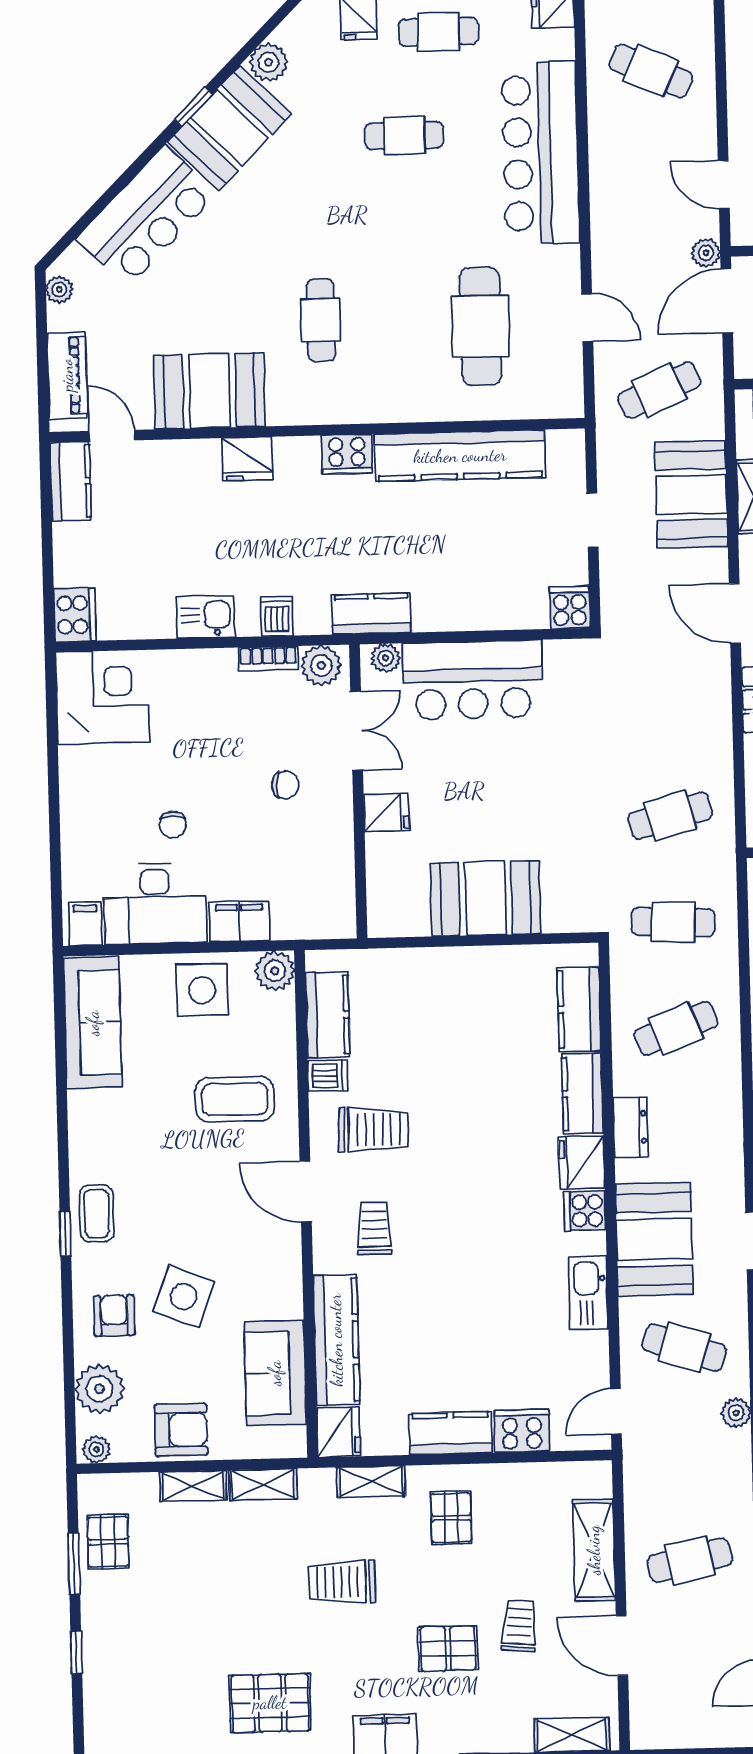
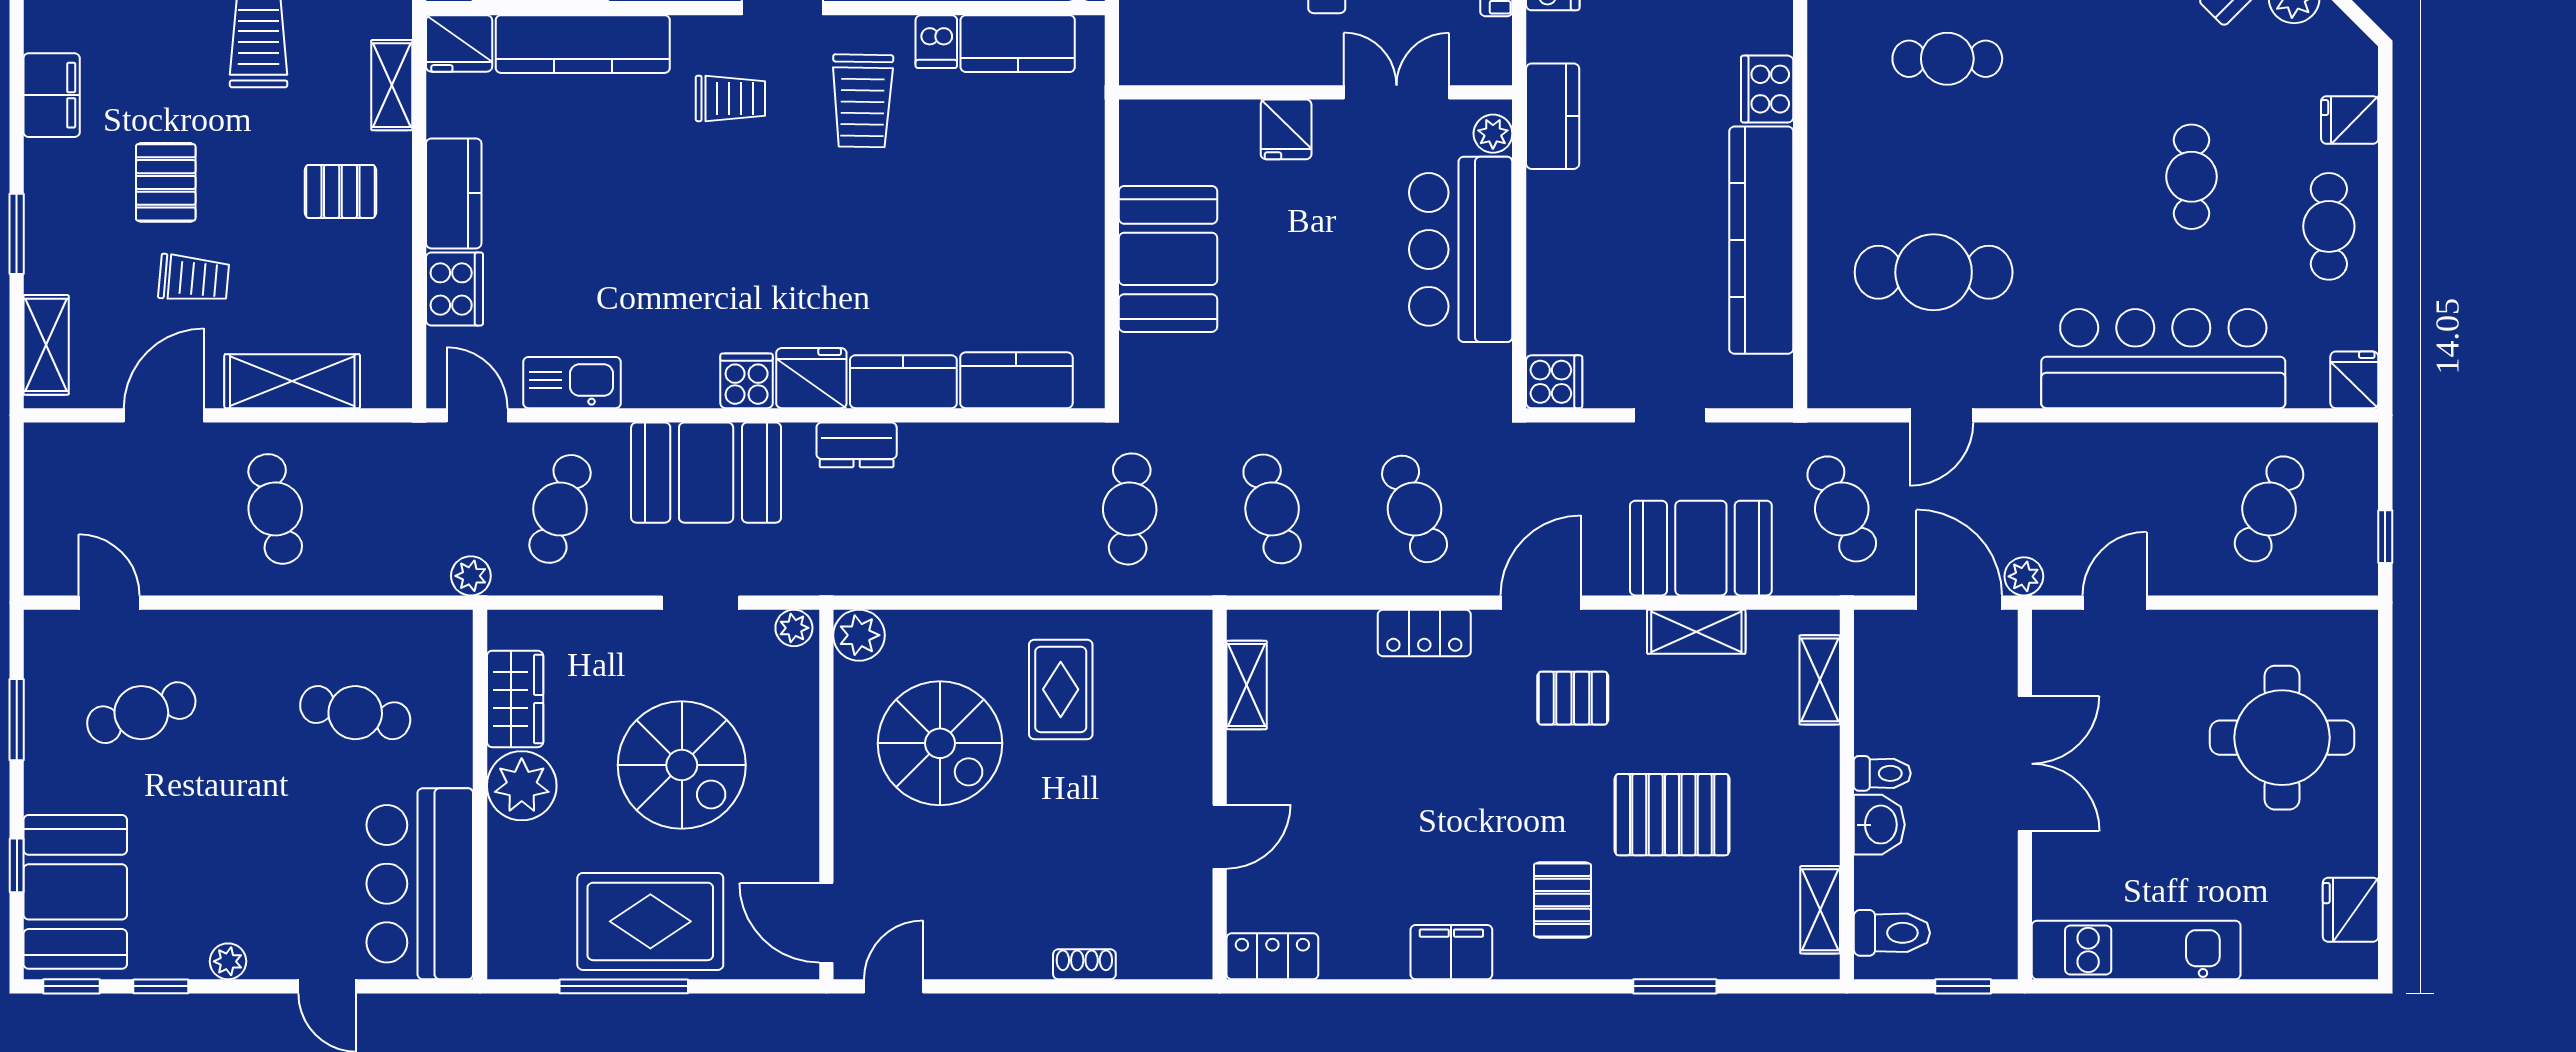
plant: (321, 666) -> (1485, 47), removed
double door: (357, 731) -> (1397, 92), swing flipped
cafe table: (676, 1028) -> (1415, 509), moved
kitchen sink: (588, 1293) -> (572, 383), moved

